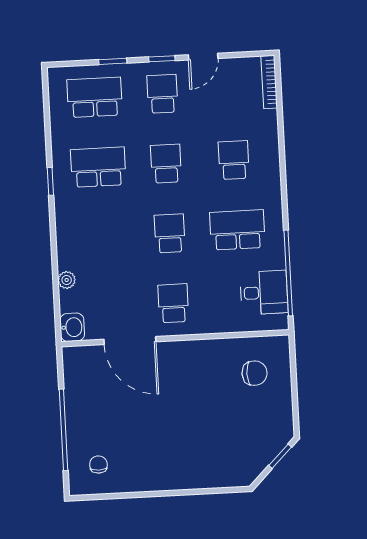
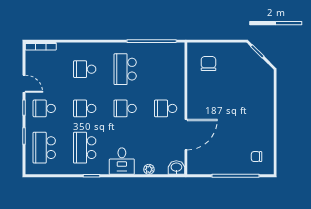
desk: (264, 293) -> (122, 161), moved, turned 180

